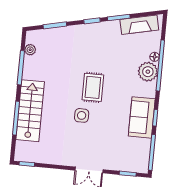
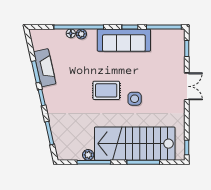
fireplace: (139, 25) -> (45, 68), moved
plant: (30, 50) -> (88, 155), moved
plant: (148, 72) -> (81, 34), width x0.53, depth x0.53
stairs: (30, 111) -> (135, 144), width x1.36, depth x1.51
sofa: (142, 117) -> (124, 40), width x1.36

